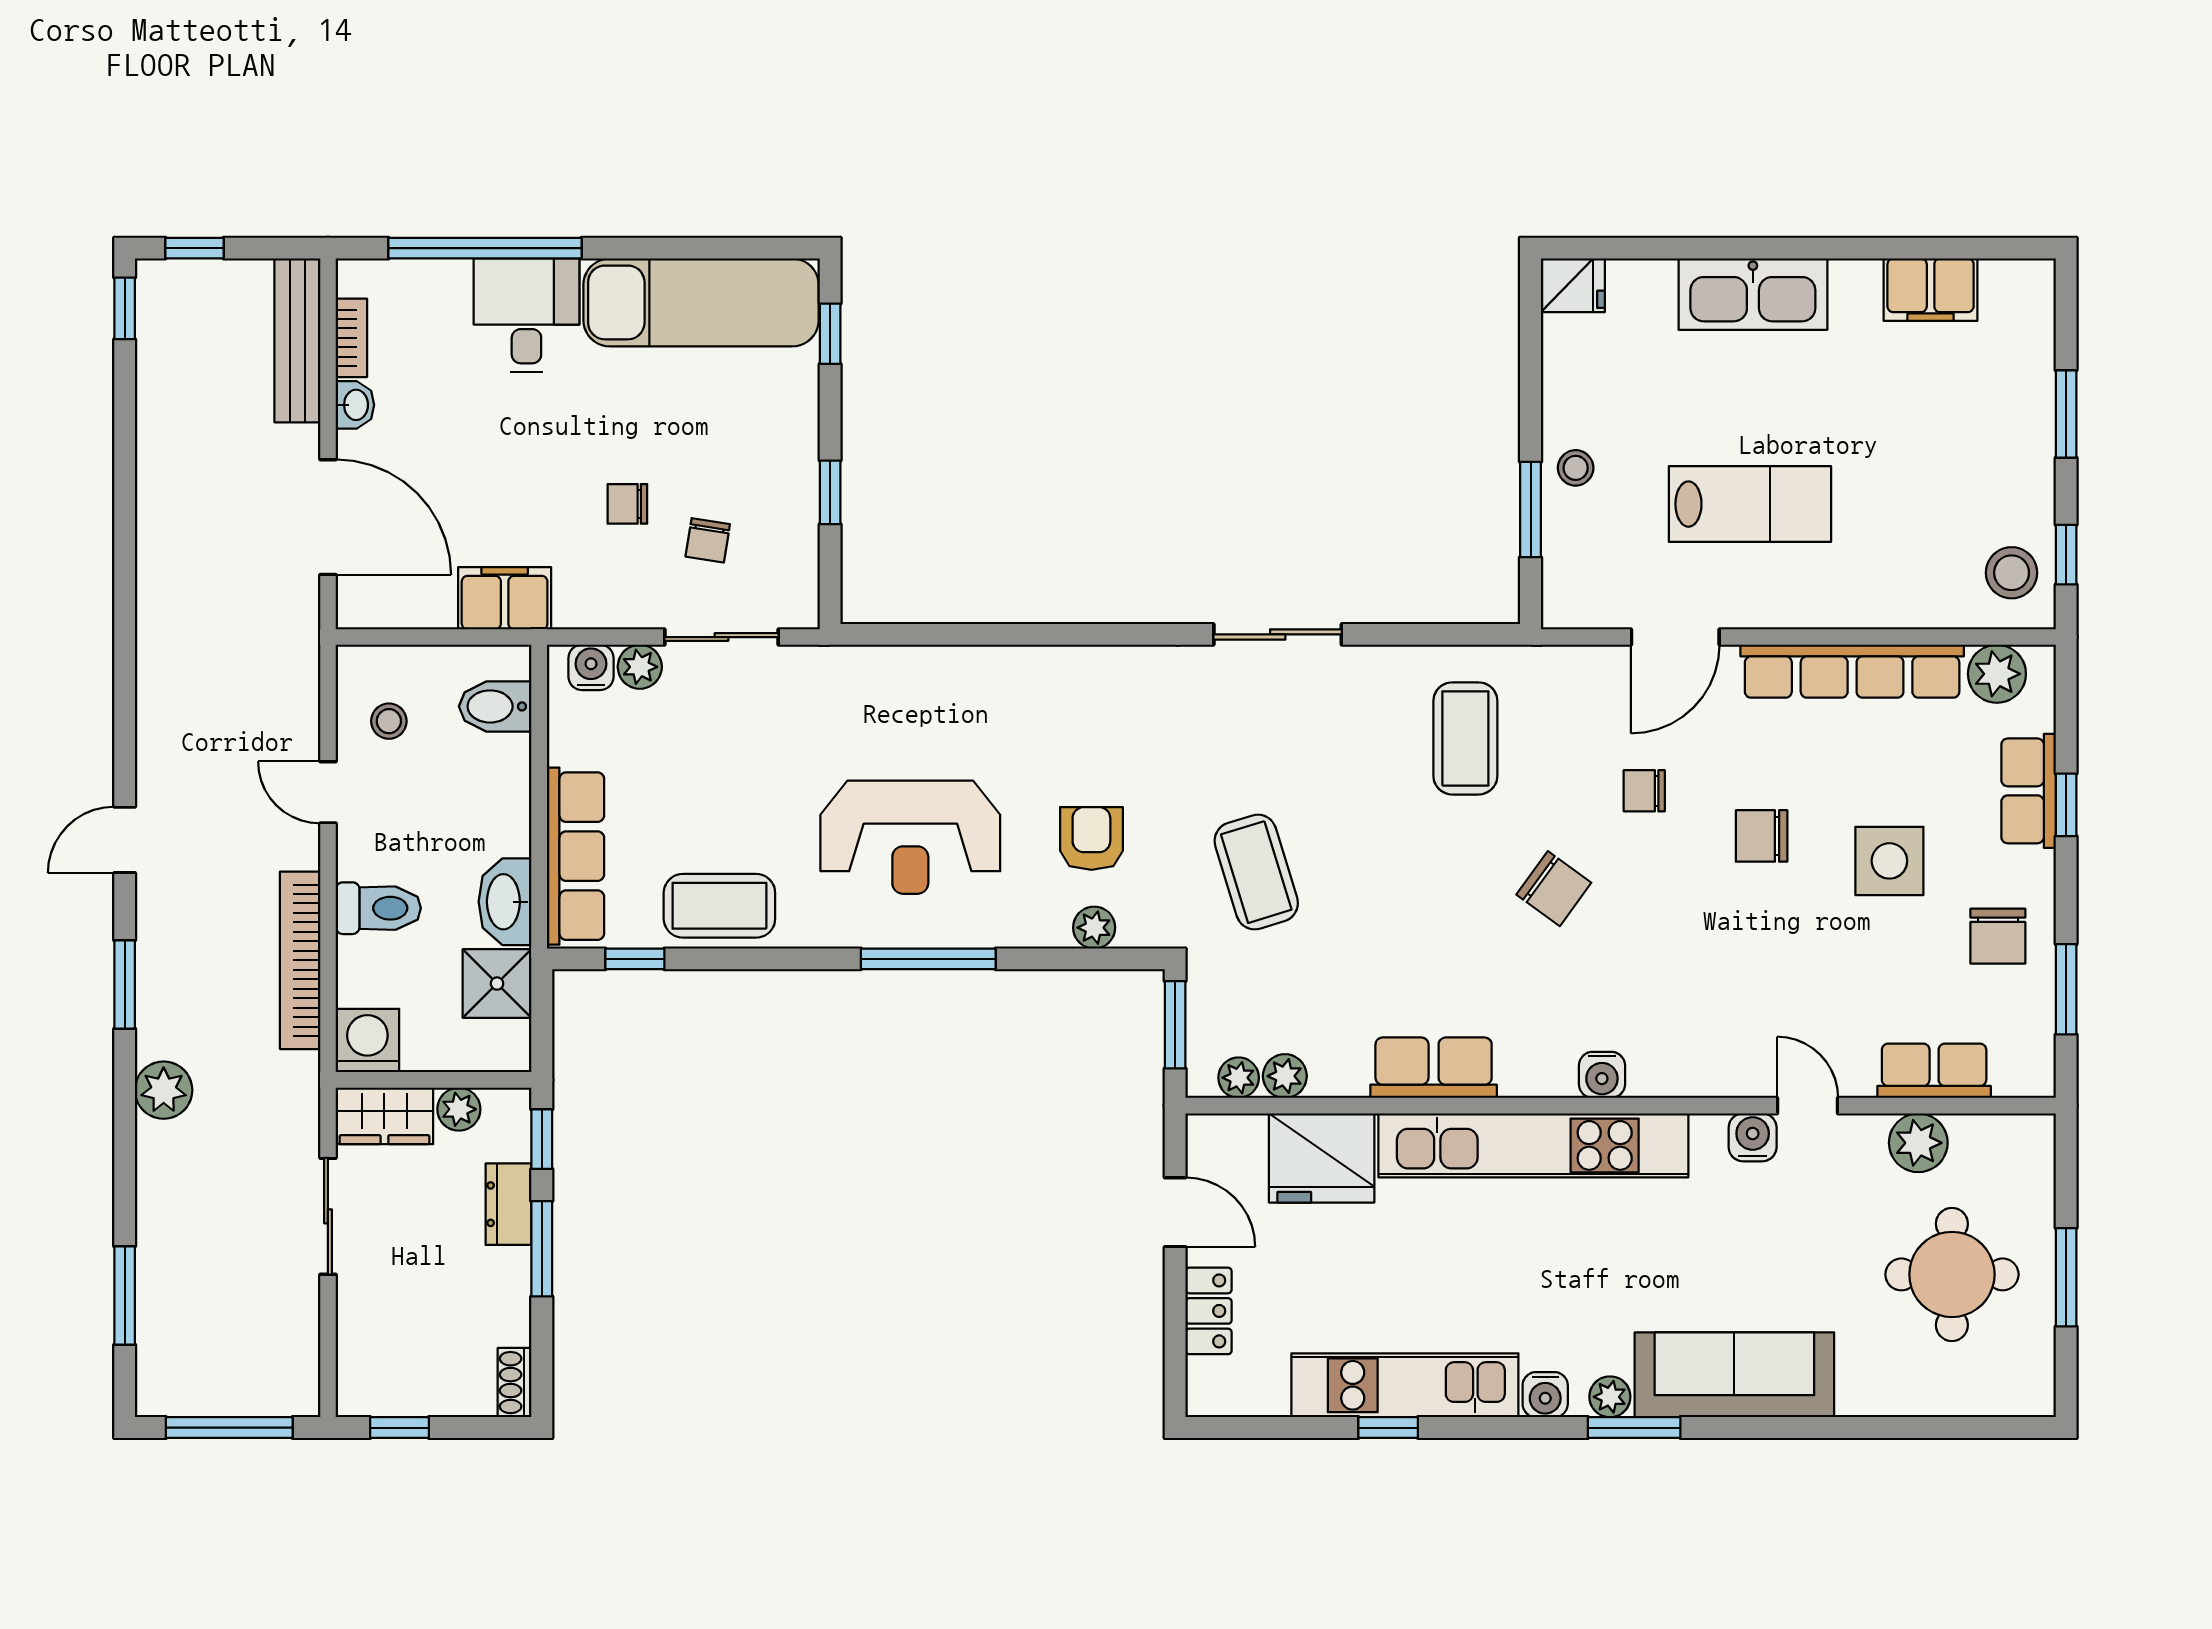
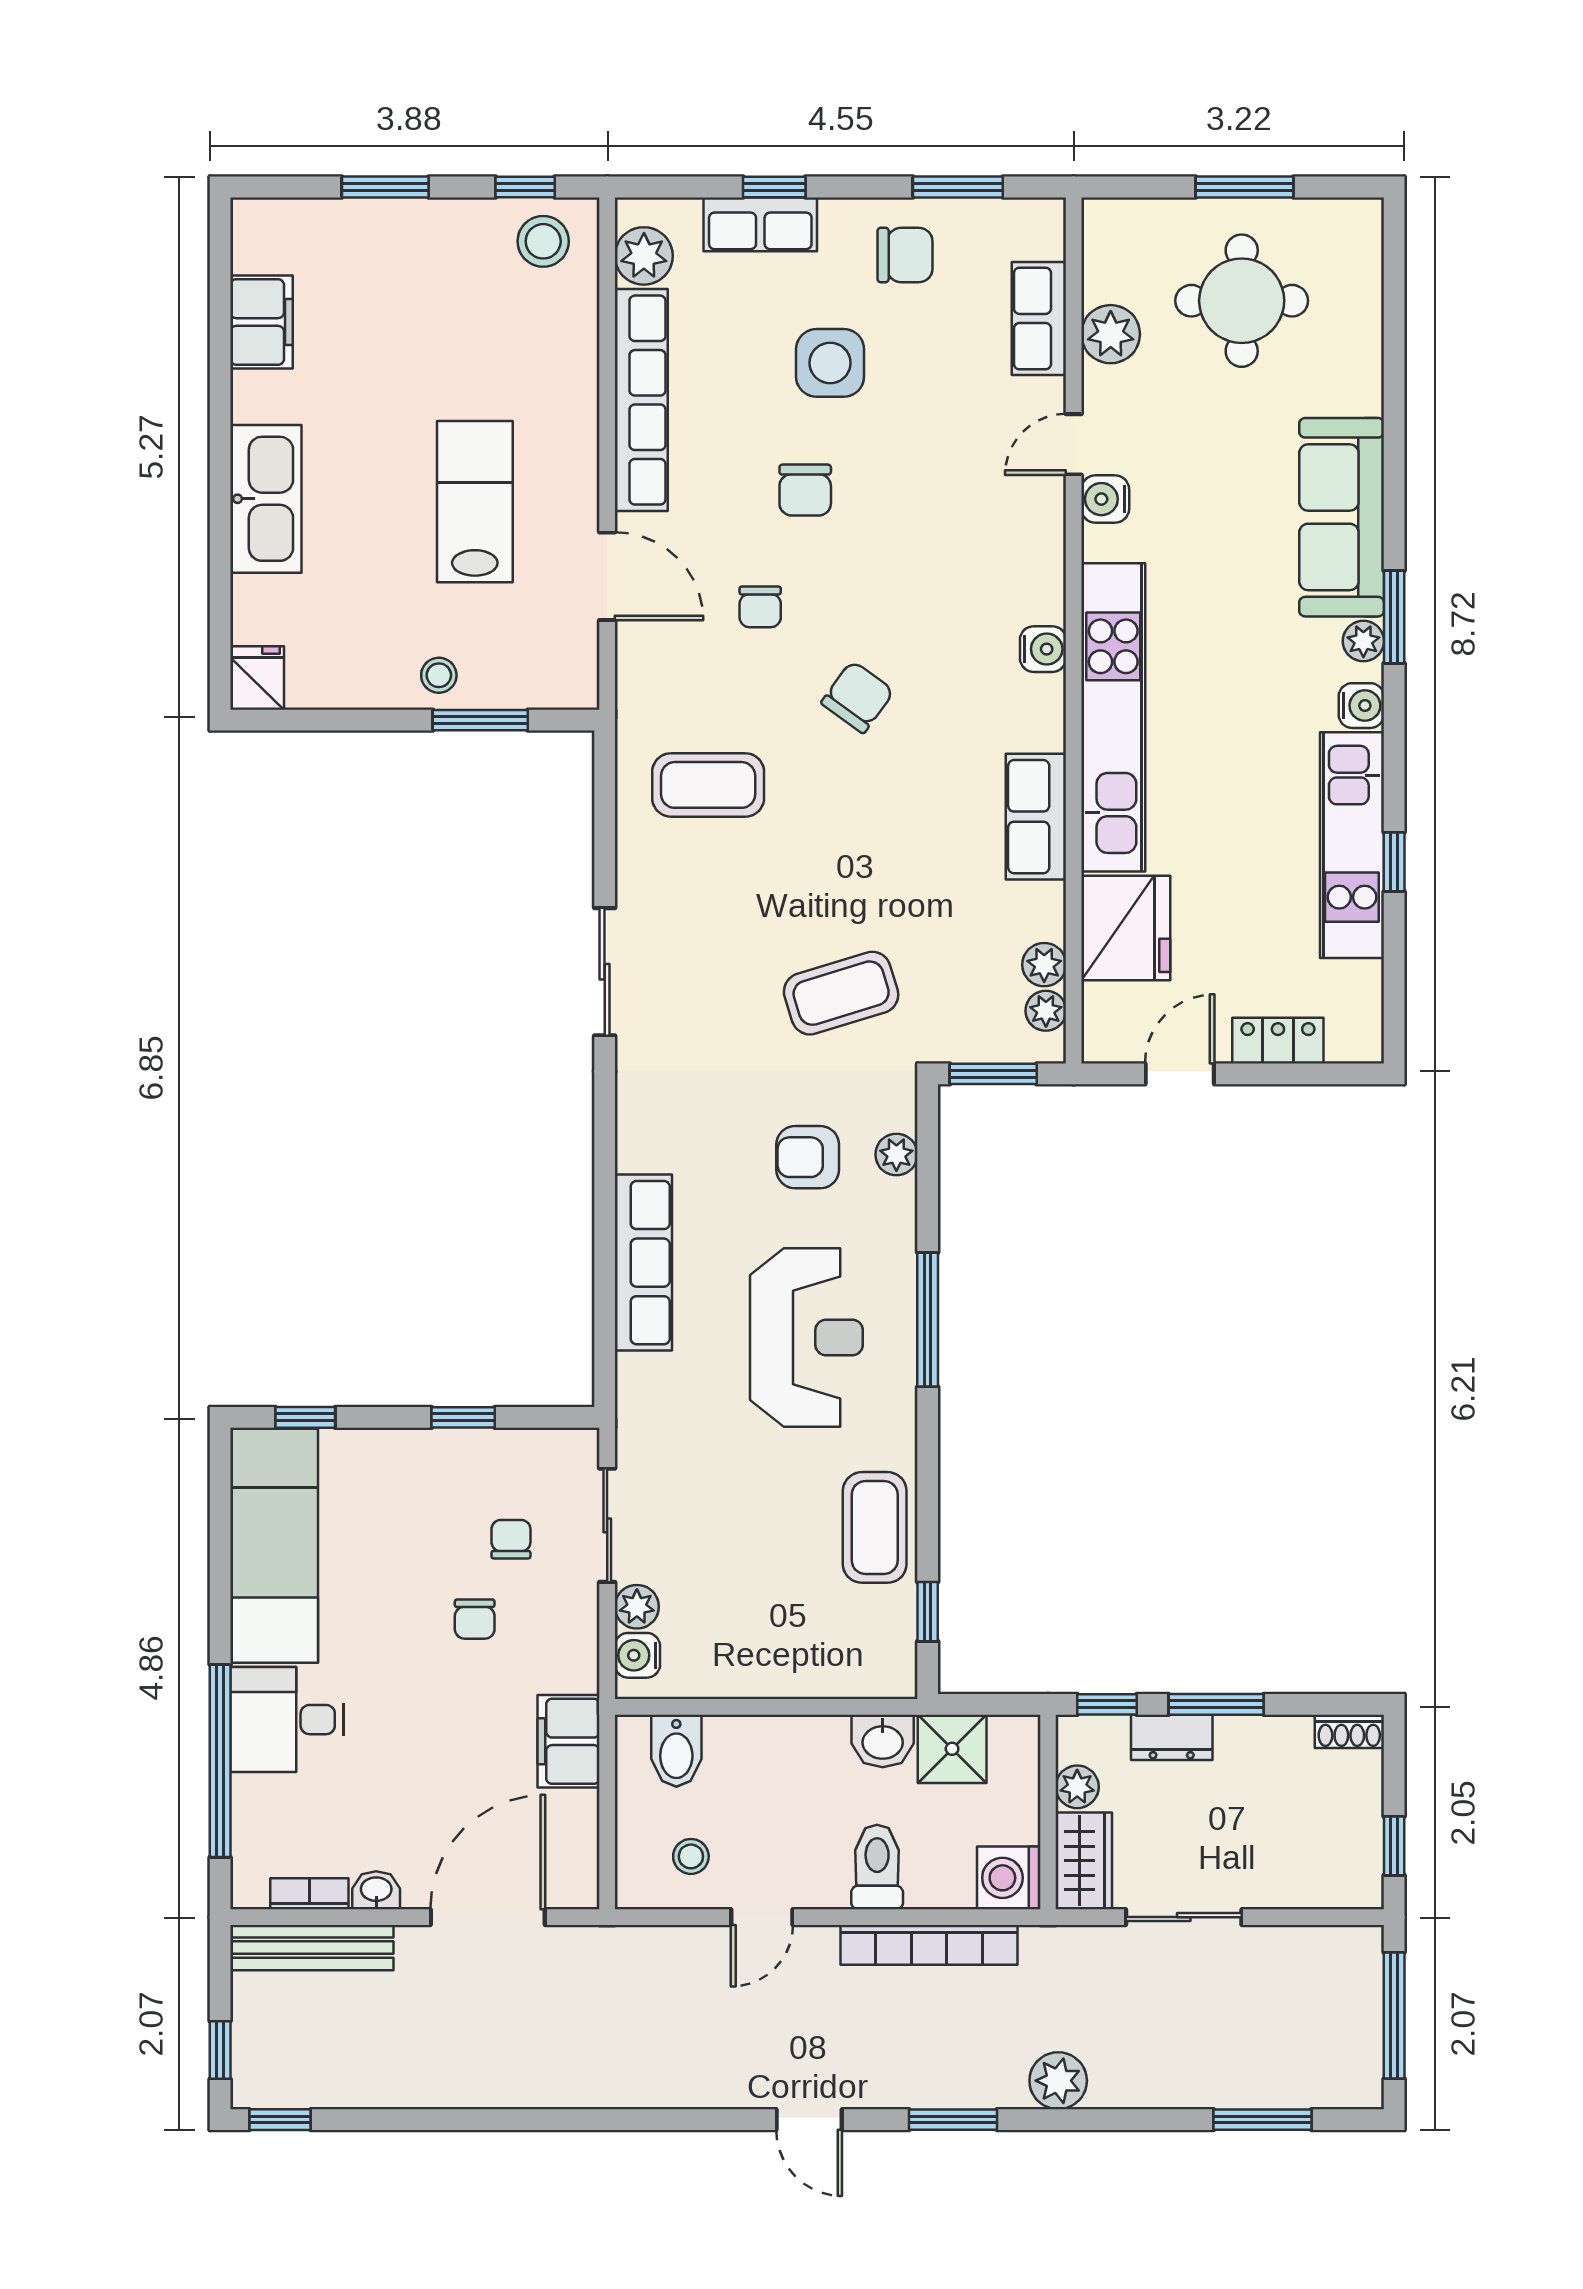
chair: (708, 540) -> (511, 1539), turned -99
row of seats: (576, 856) -> (643, 1263), moved, turned 90
washbasin: (505, 902) -> (883, 1741), width x0.72

